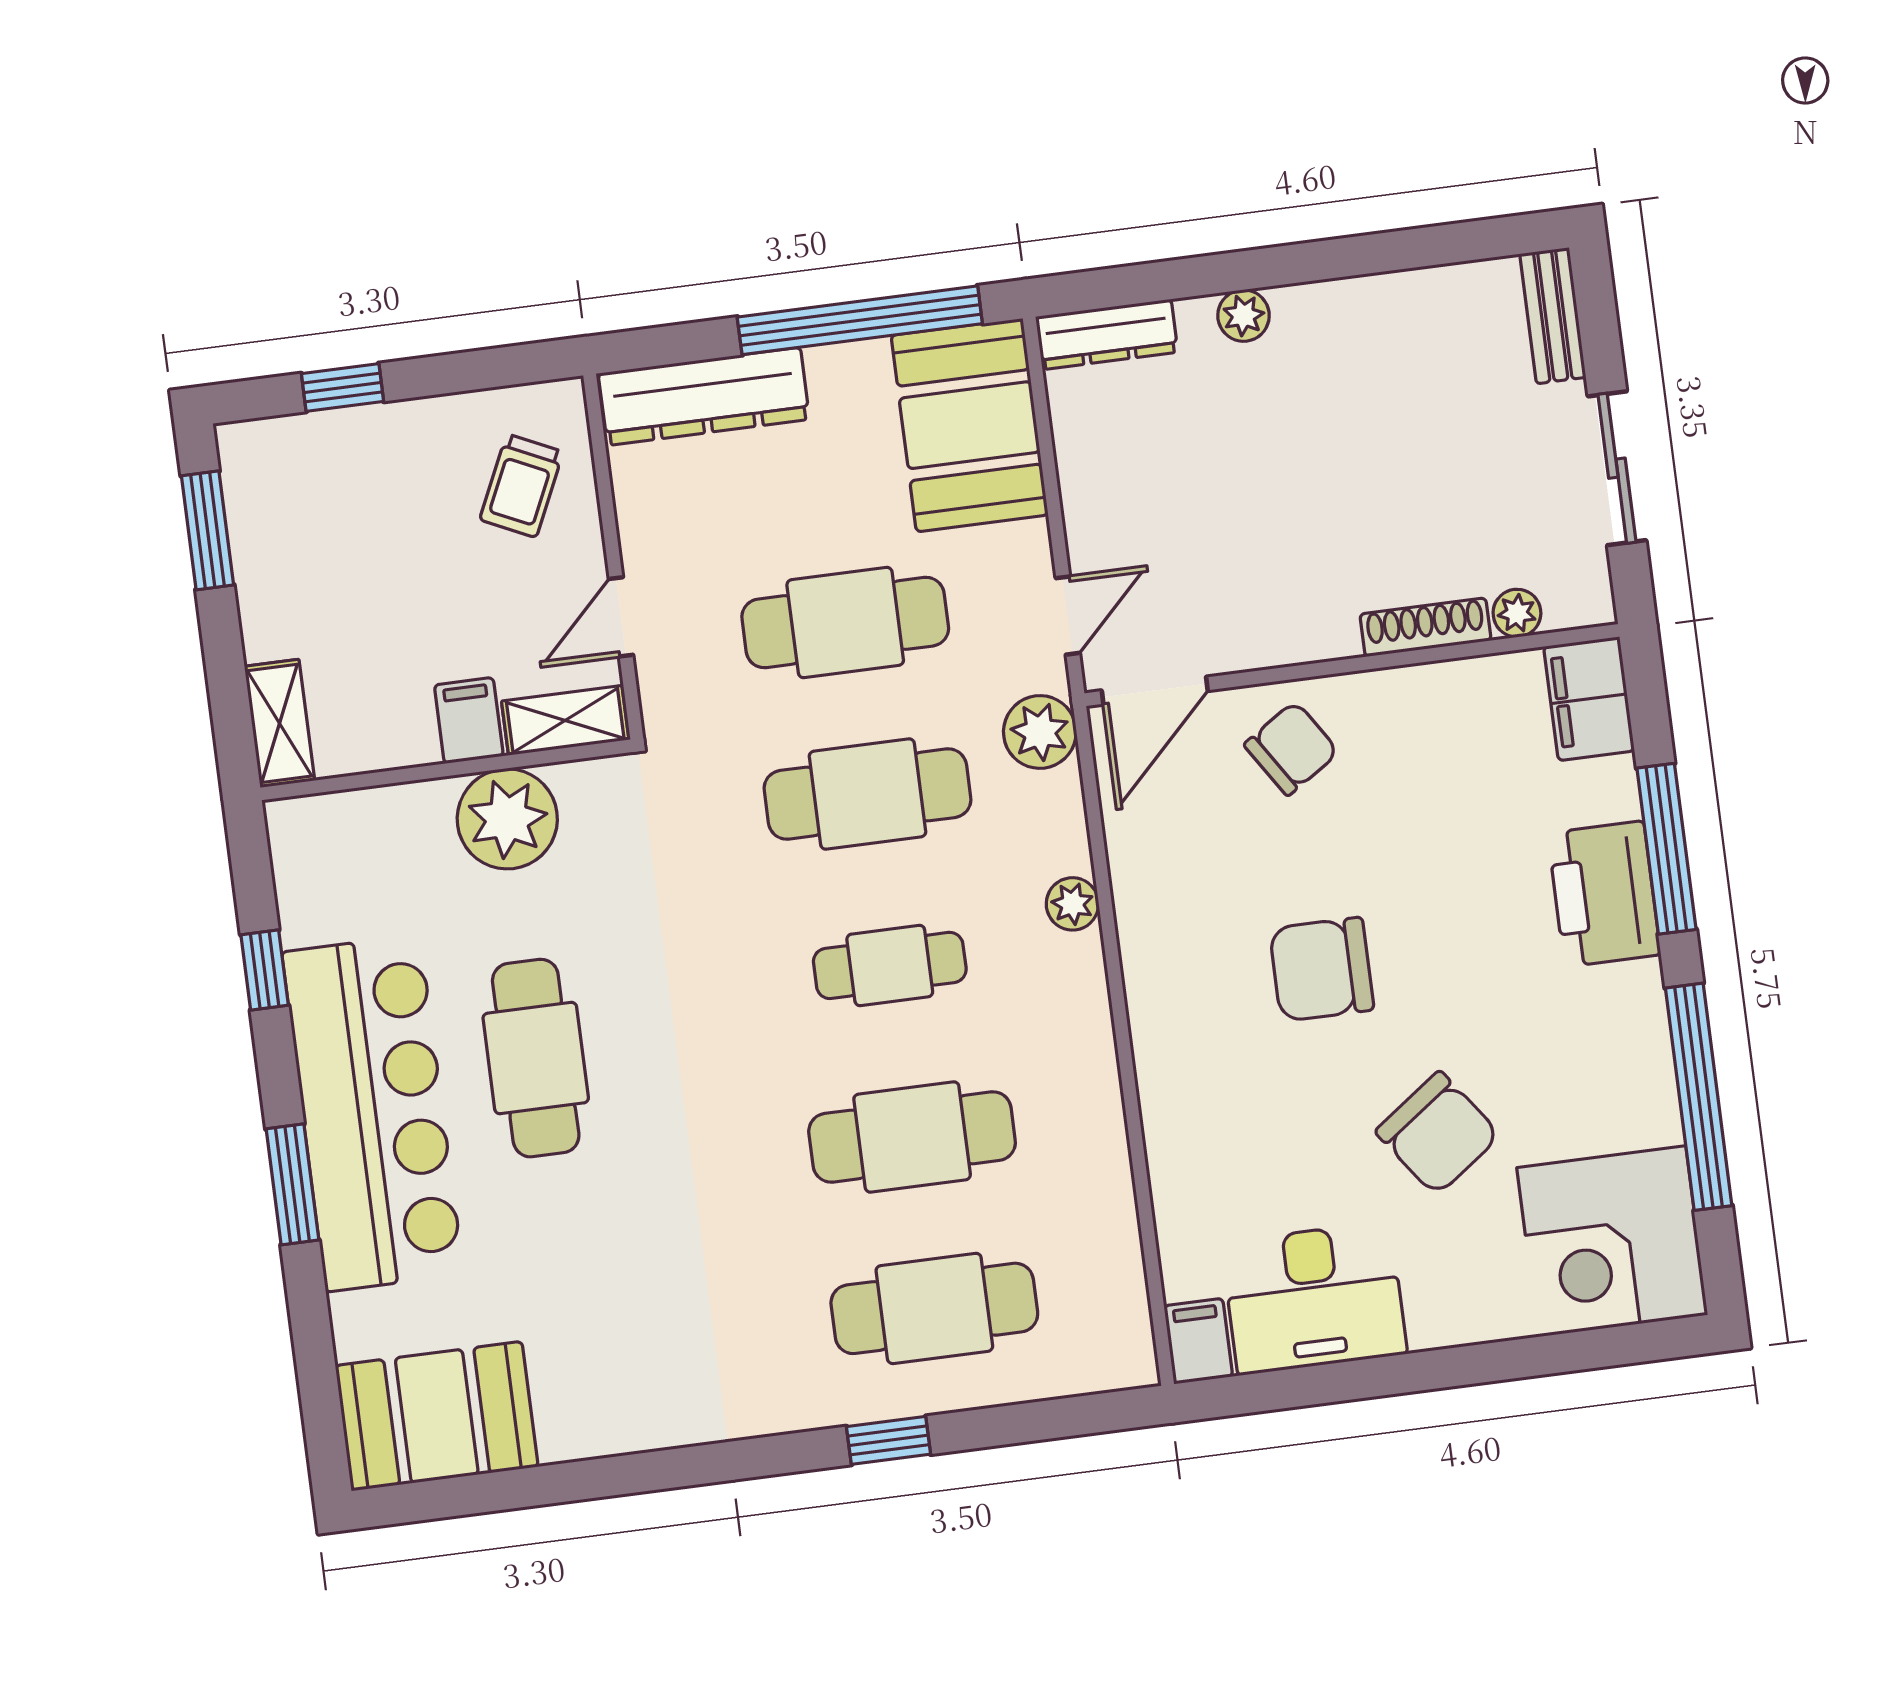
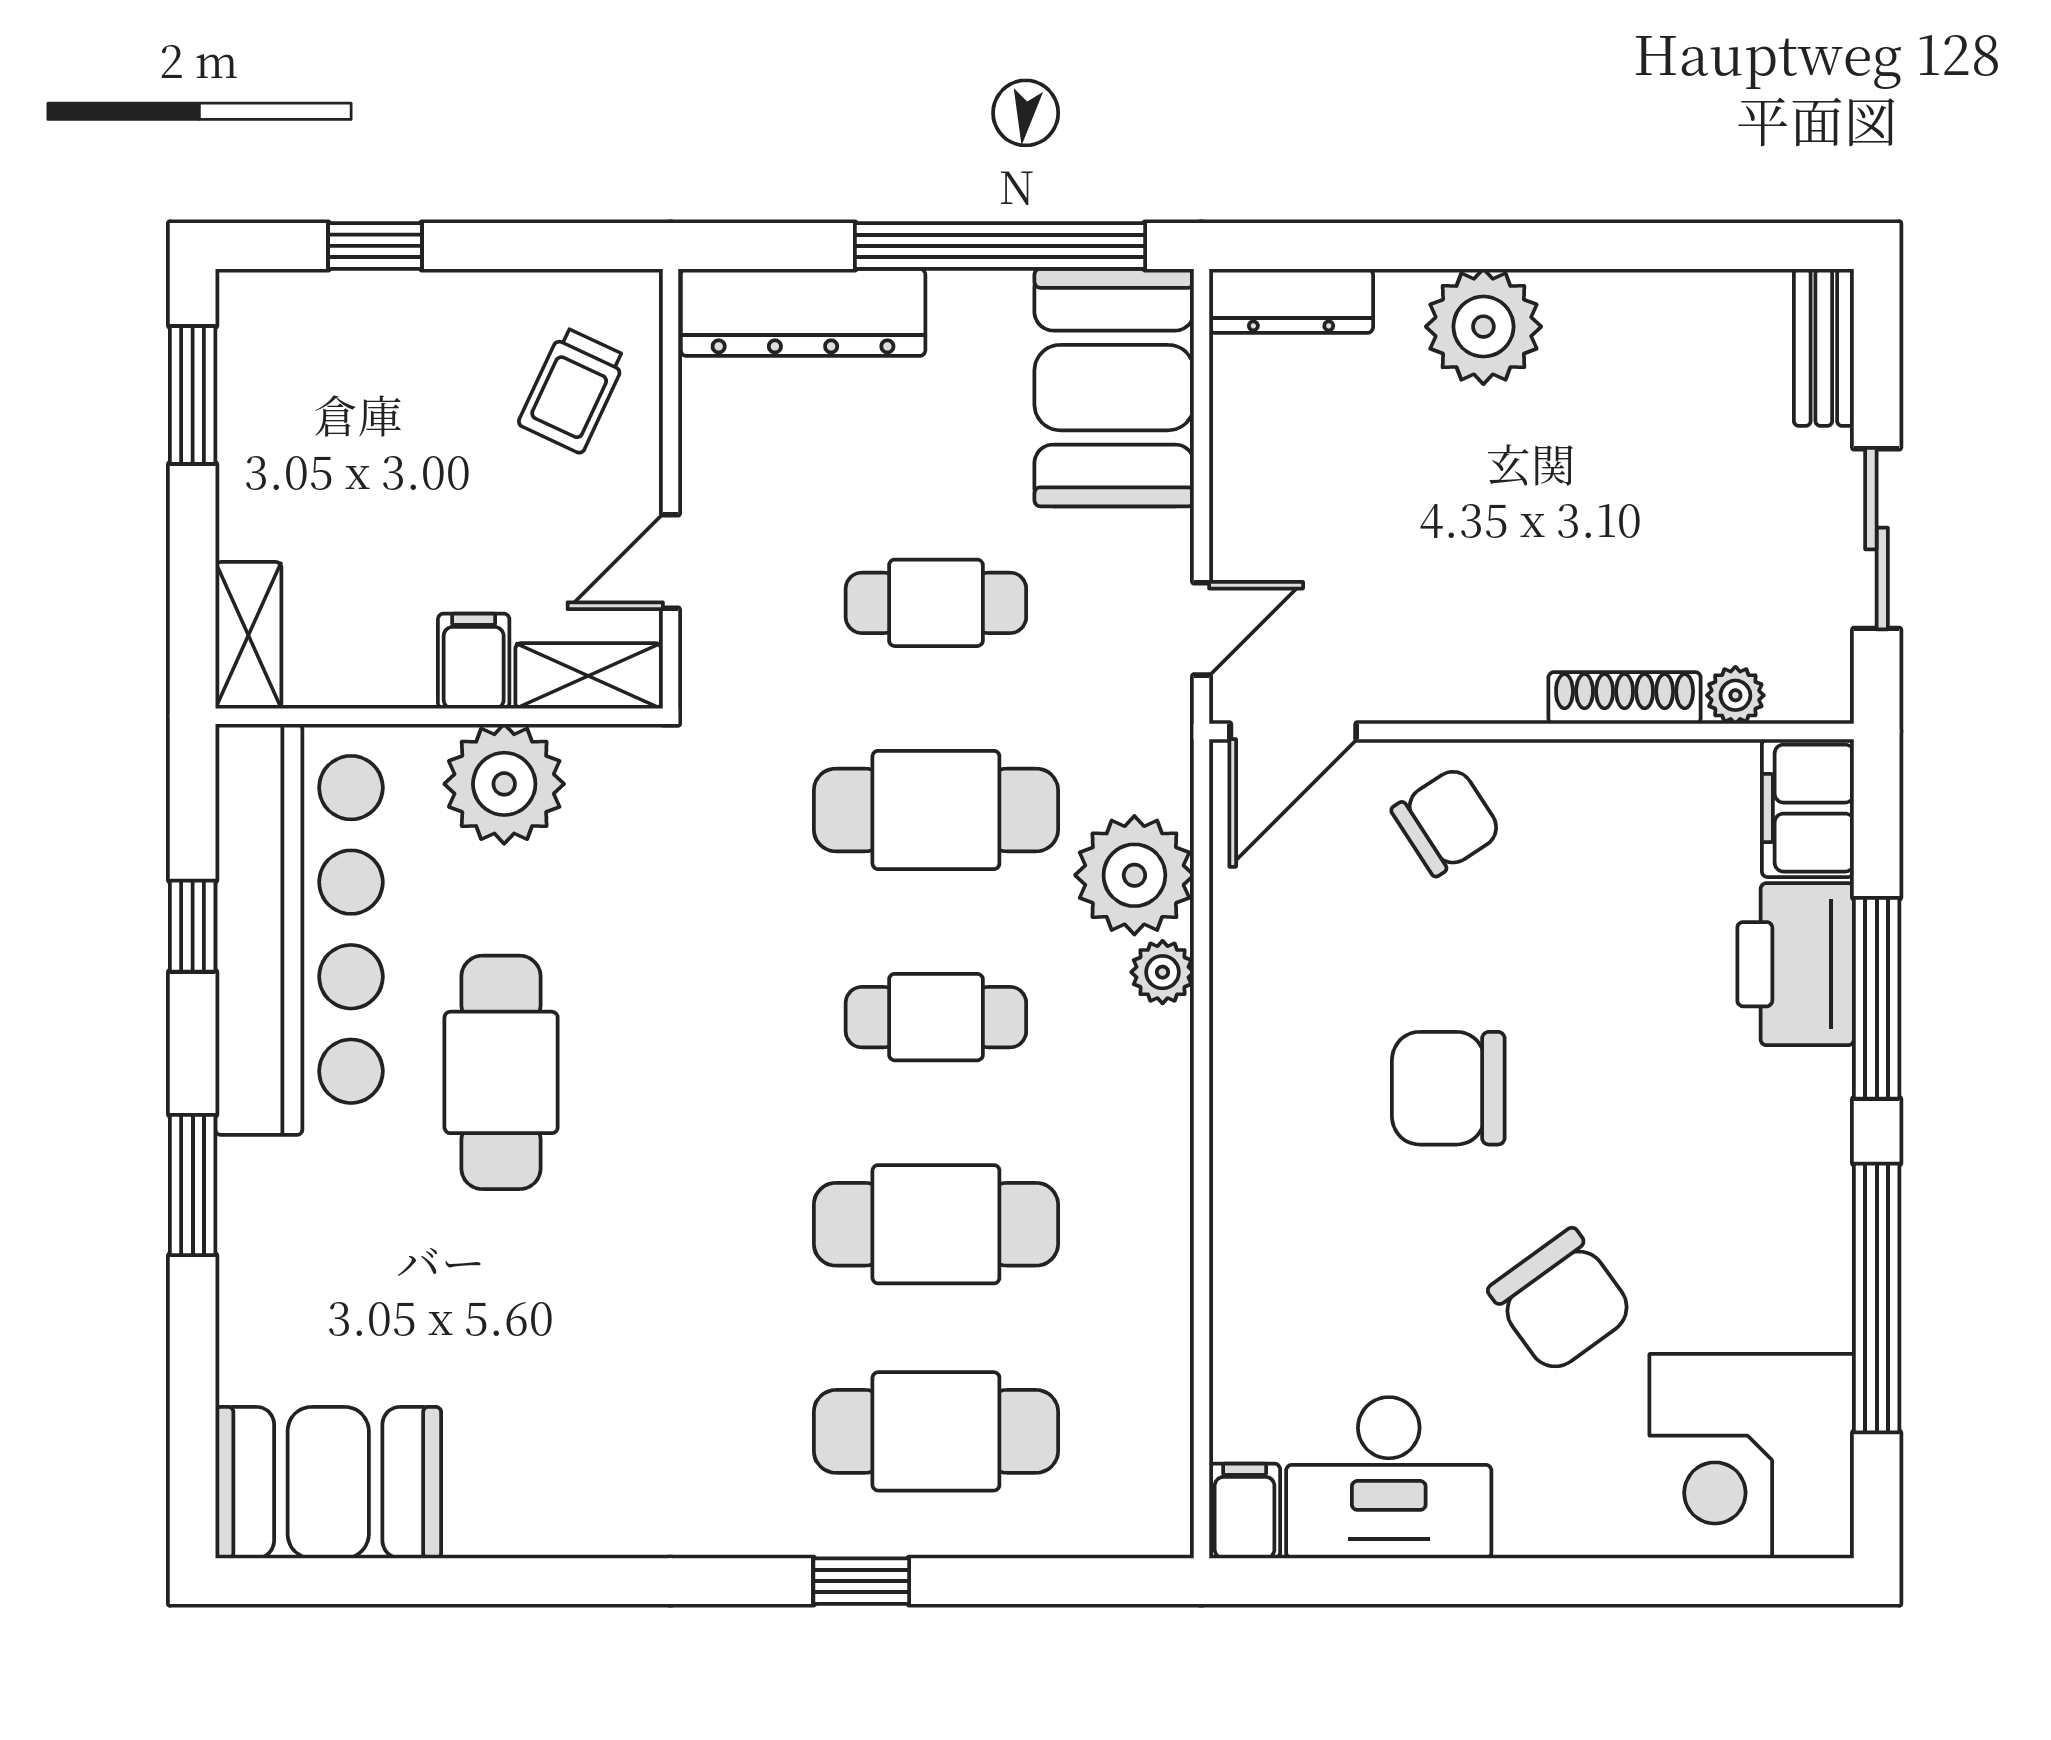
plant: (1244, 316) -> (1483, 327), width x1.87, depth x1.87
cafe table: (845, 623) -> (936, 603), width x0.73, depth x0.74
plant: (1040, 732) -> (1134, 875), moved, width x1.36, depth x1.36
printer: (1604, 894) -> (1796, 964), moved
bar counter: (373, 1113) -> (299, 929), moved

